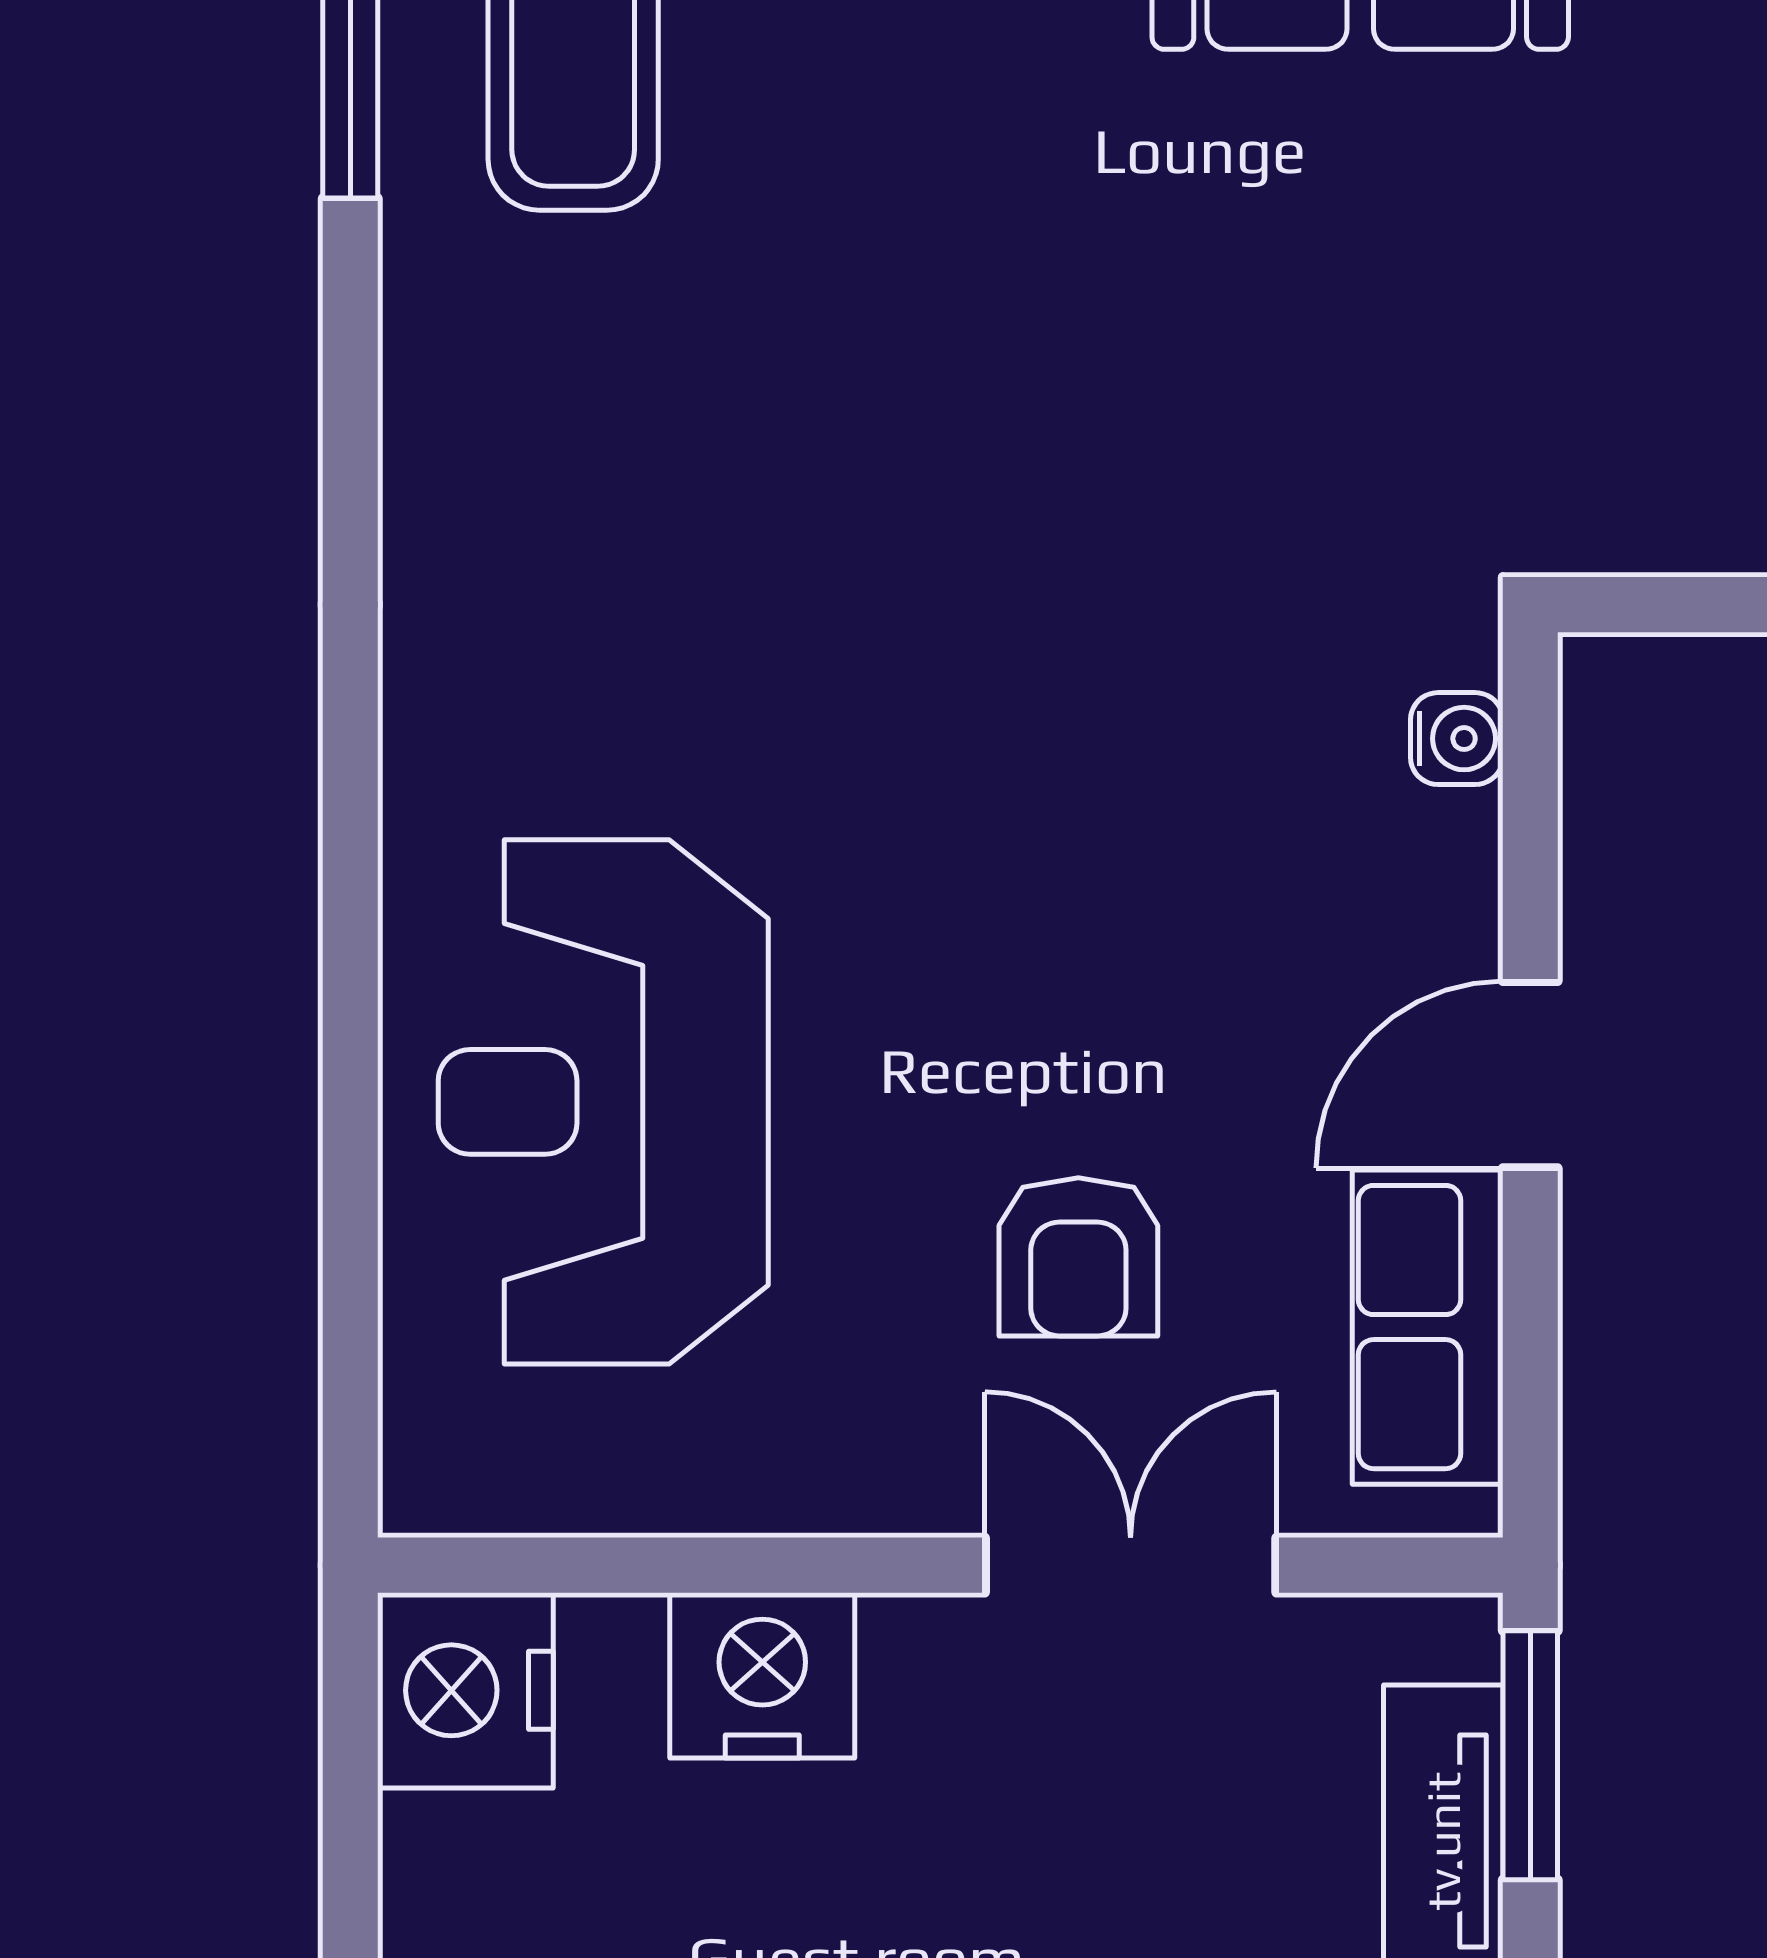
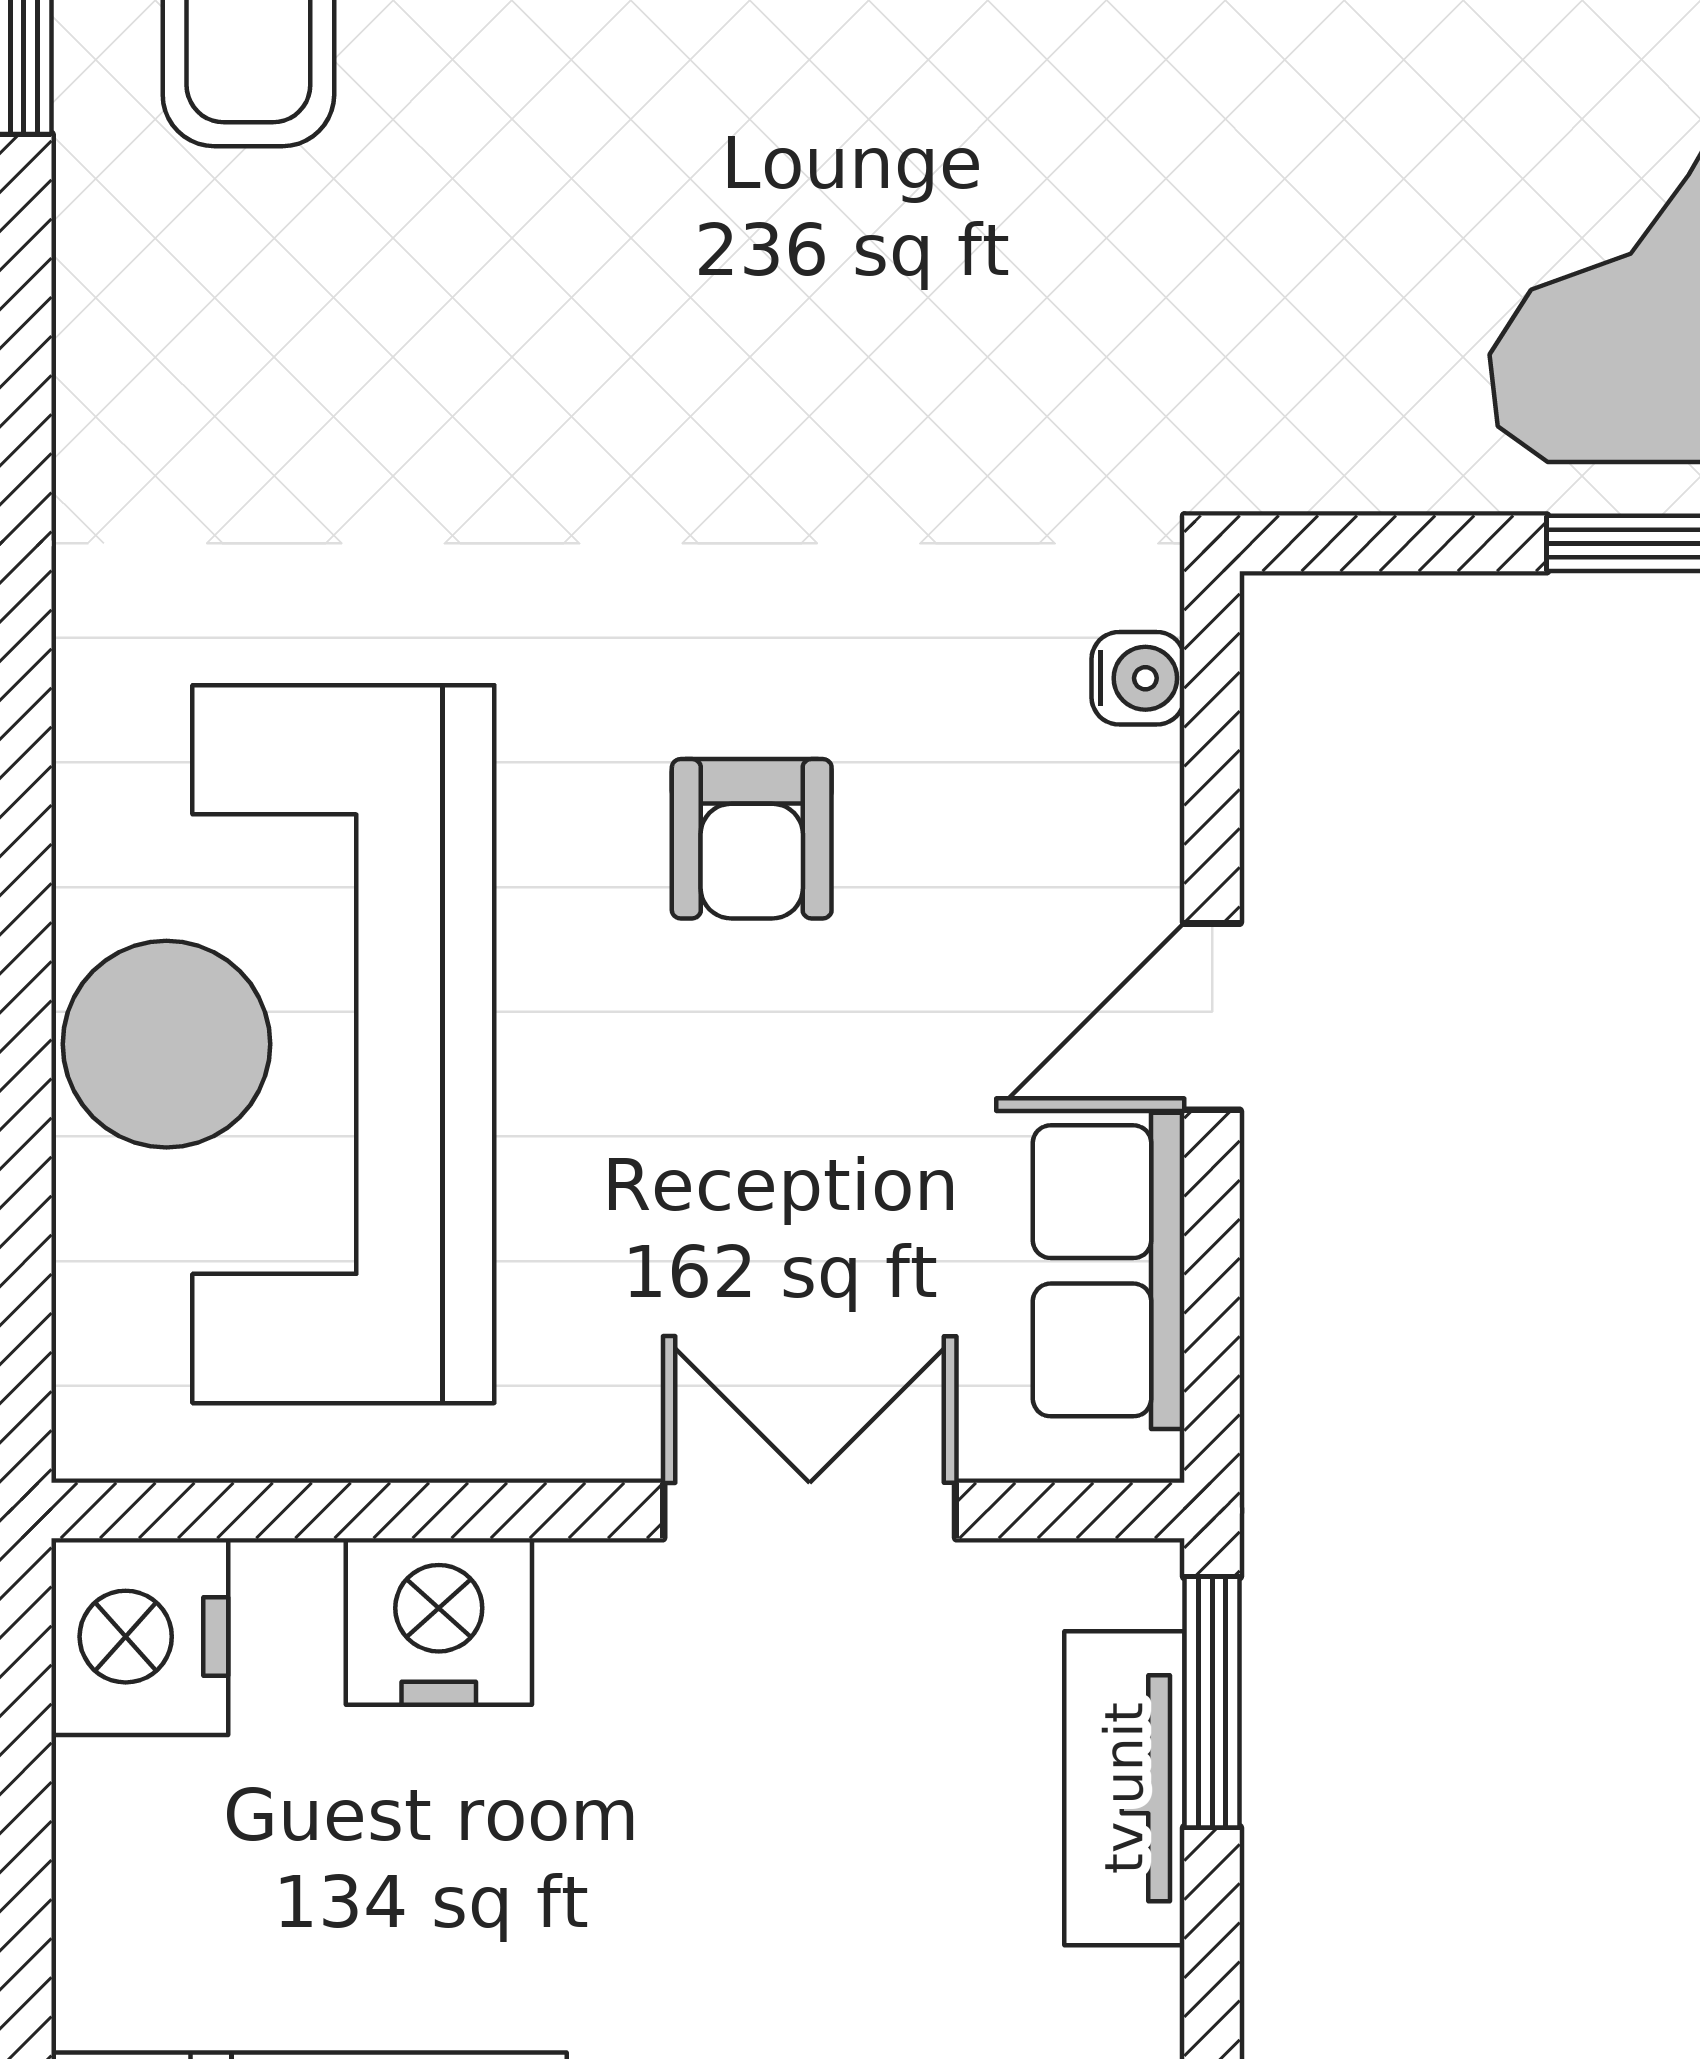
reception desk: (603, 1102) -> (279, 1044), width x1.36, depth x1.30
armchair: (1078, 1257) -> (752, 839), moved

